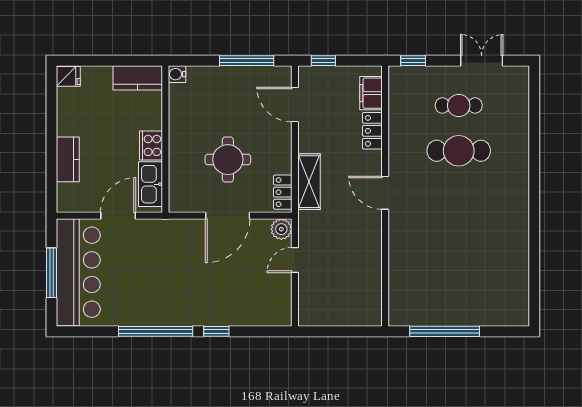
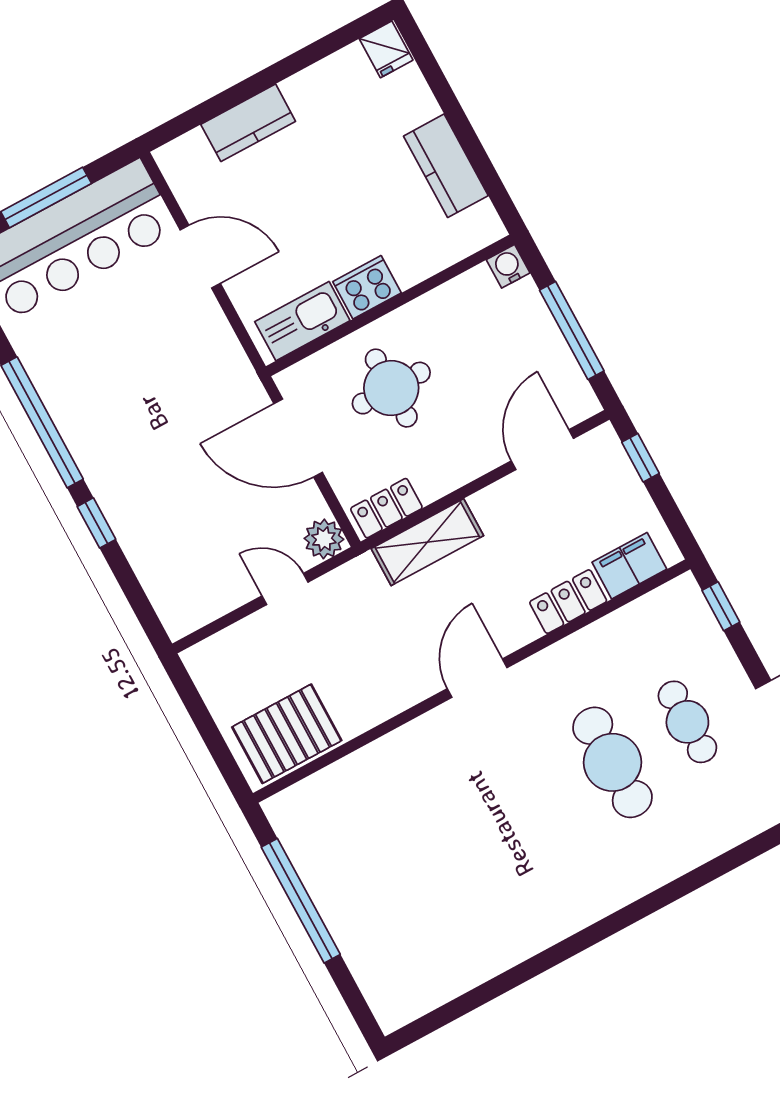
water cooler: (177, 74) -> (508, 266), moved
wall: (165, 139) -> (390, 305), moved
cooker: (151, 145) -> (367, 287), moved
kitchen sink: (151, 184) -> (302, 321), moved
pallet: (363, 296) -> (287, 734), added

